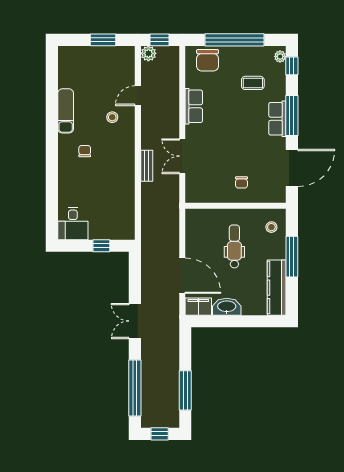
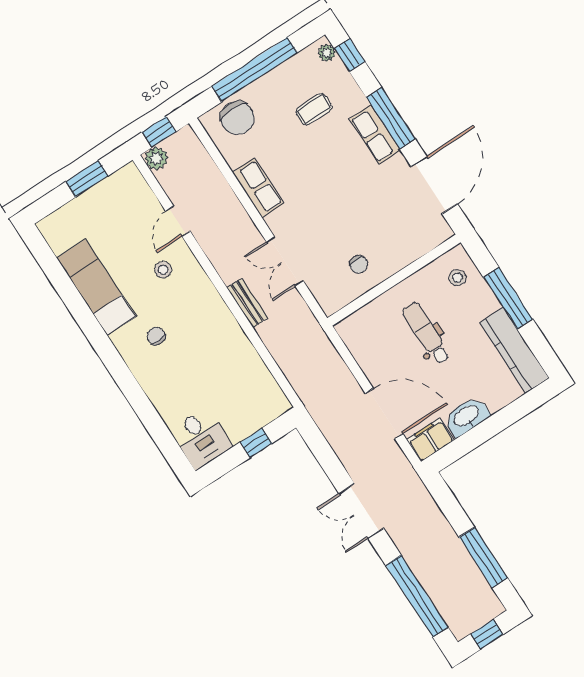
exam couch: (66, 111) -> (96, 287), width x1.36, depth x1.45
chair: (241, 182) -> (359, 264), moved

